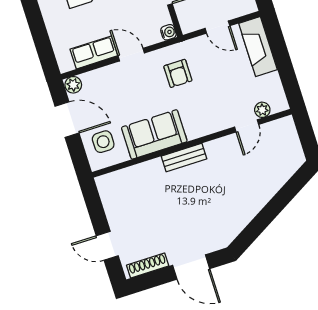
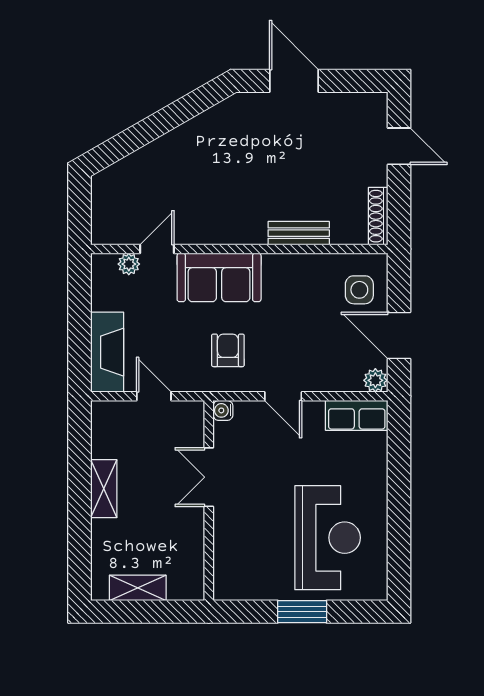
row of seats: (94, 52) -> (357, 415), moved
sofa: (154, 134) -> (219, 277), moved
bench: (184, 157) -> (299, 233), moved
shoe rack: (148, 266) -> (378, 216), moved, turned 90

